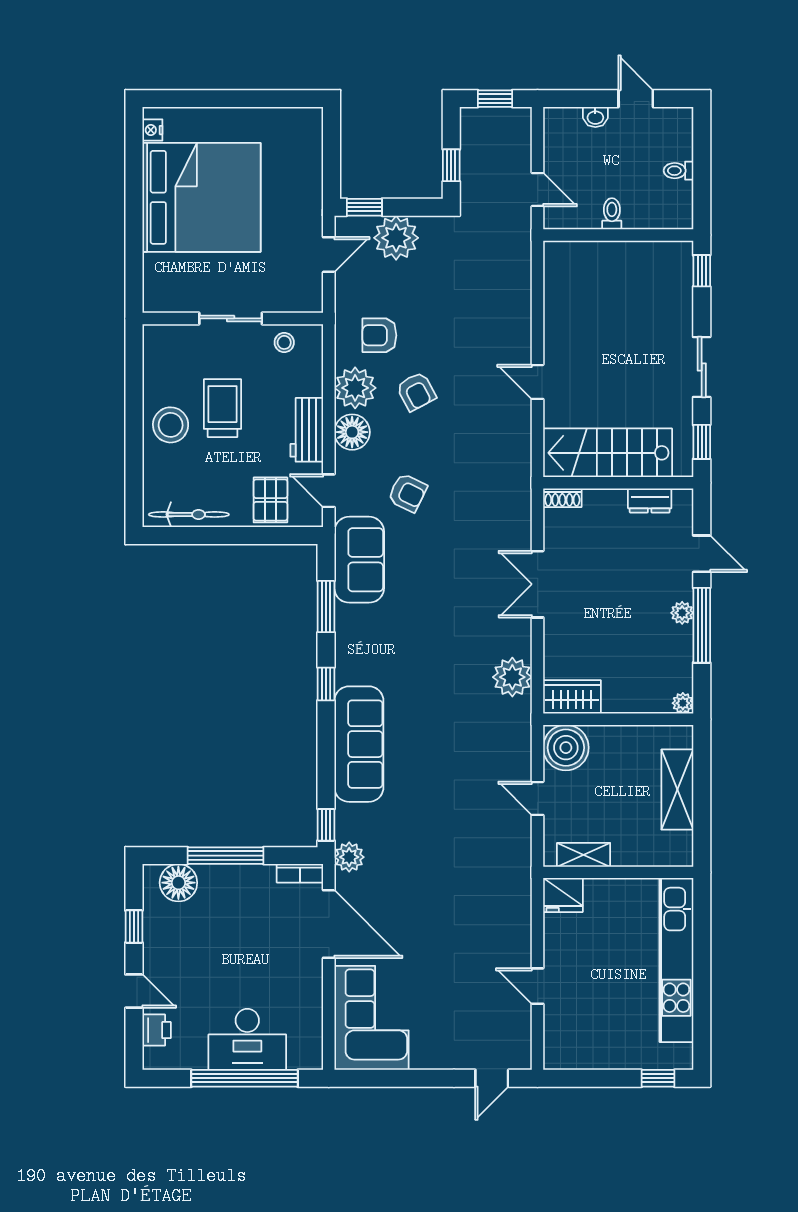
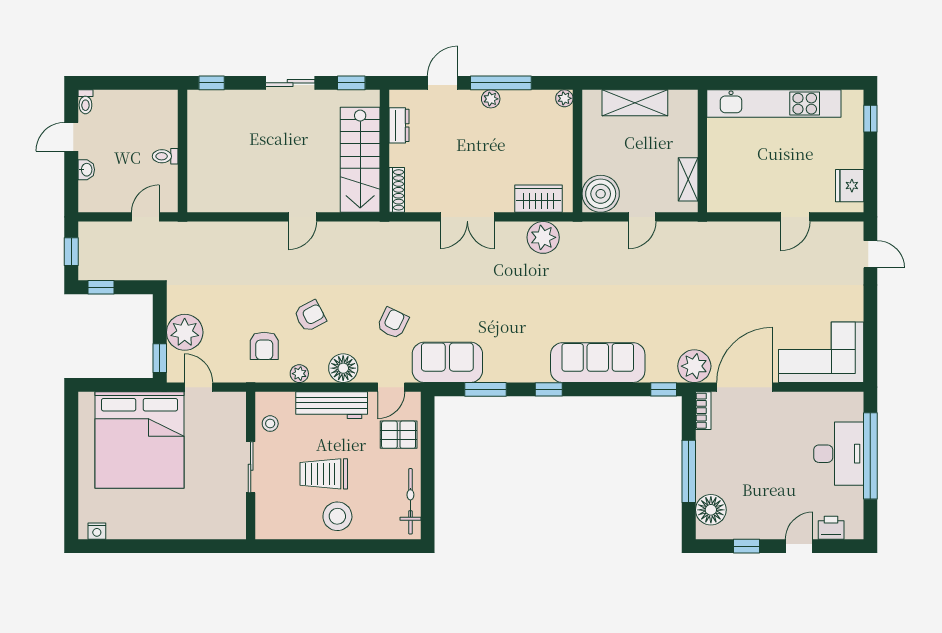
window: (451, 165) -> (101, 287), moved
toilet: (679, 171) -> (85, 102), moved
bed: (202, 197) -> (139, 440), moved, turned 180
plant: (355, 388) -> (299, 374), width x0.53, depth x0.53
workbench: (307, 430) -> (332, 405), width x1.38
shoe rack: (562, 498) -> (397, 190), width x1.43
wardrobe: (572, 697) -> (539, 199), moved, turned 90
plant: (349, 857) -> (694, 366), width x1.36, depth x1.36
fridge: (563, 895) -> (850, 186), moved, turned 180

